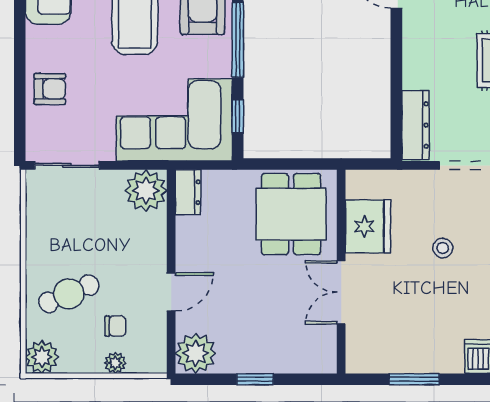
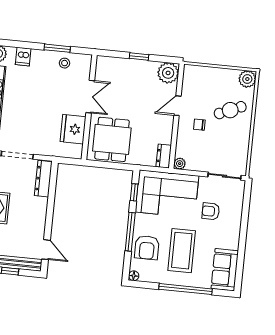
armchair: (50, 89) -> (211, 211), moved
plant: (146, 191) -> (180, 164), width x0.53, depth x0.53
stool: (443, 248) -> (65, 63), moved
chair: (116, 326) -> (199, 125), moved
plant: (115, 363) -> (210, 72), removed

